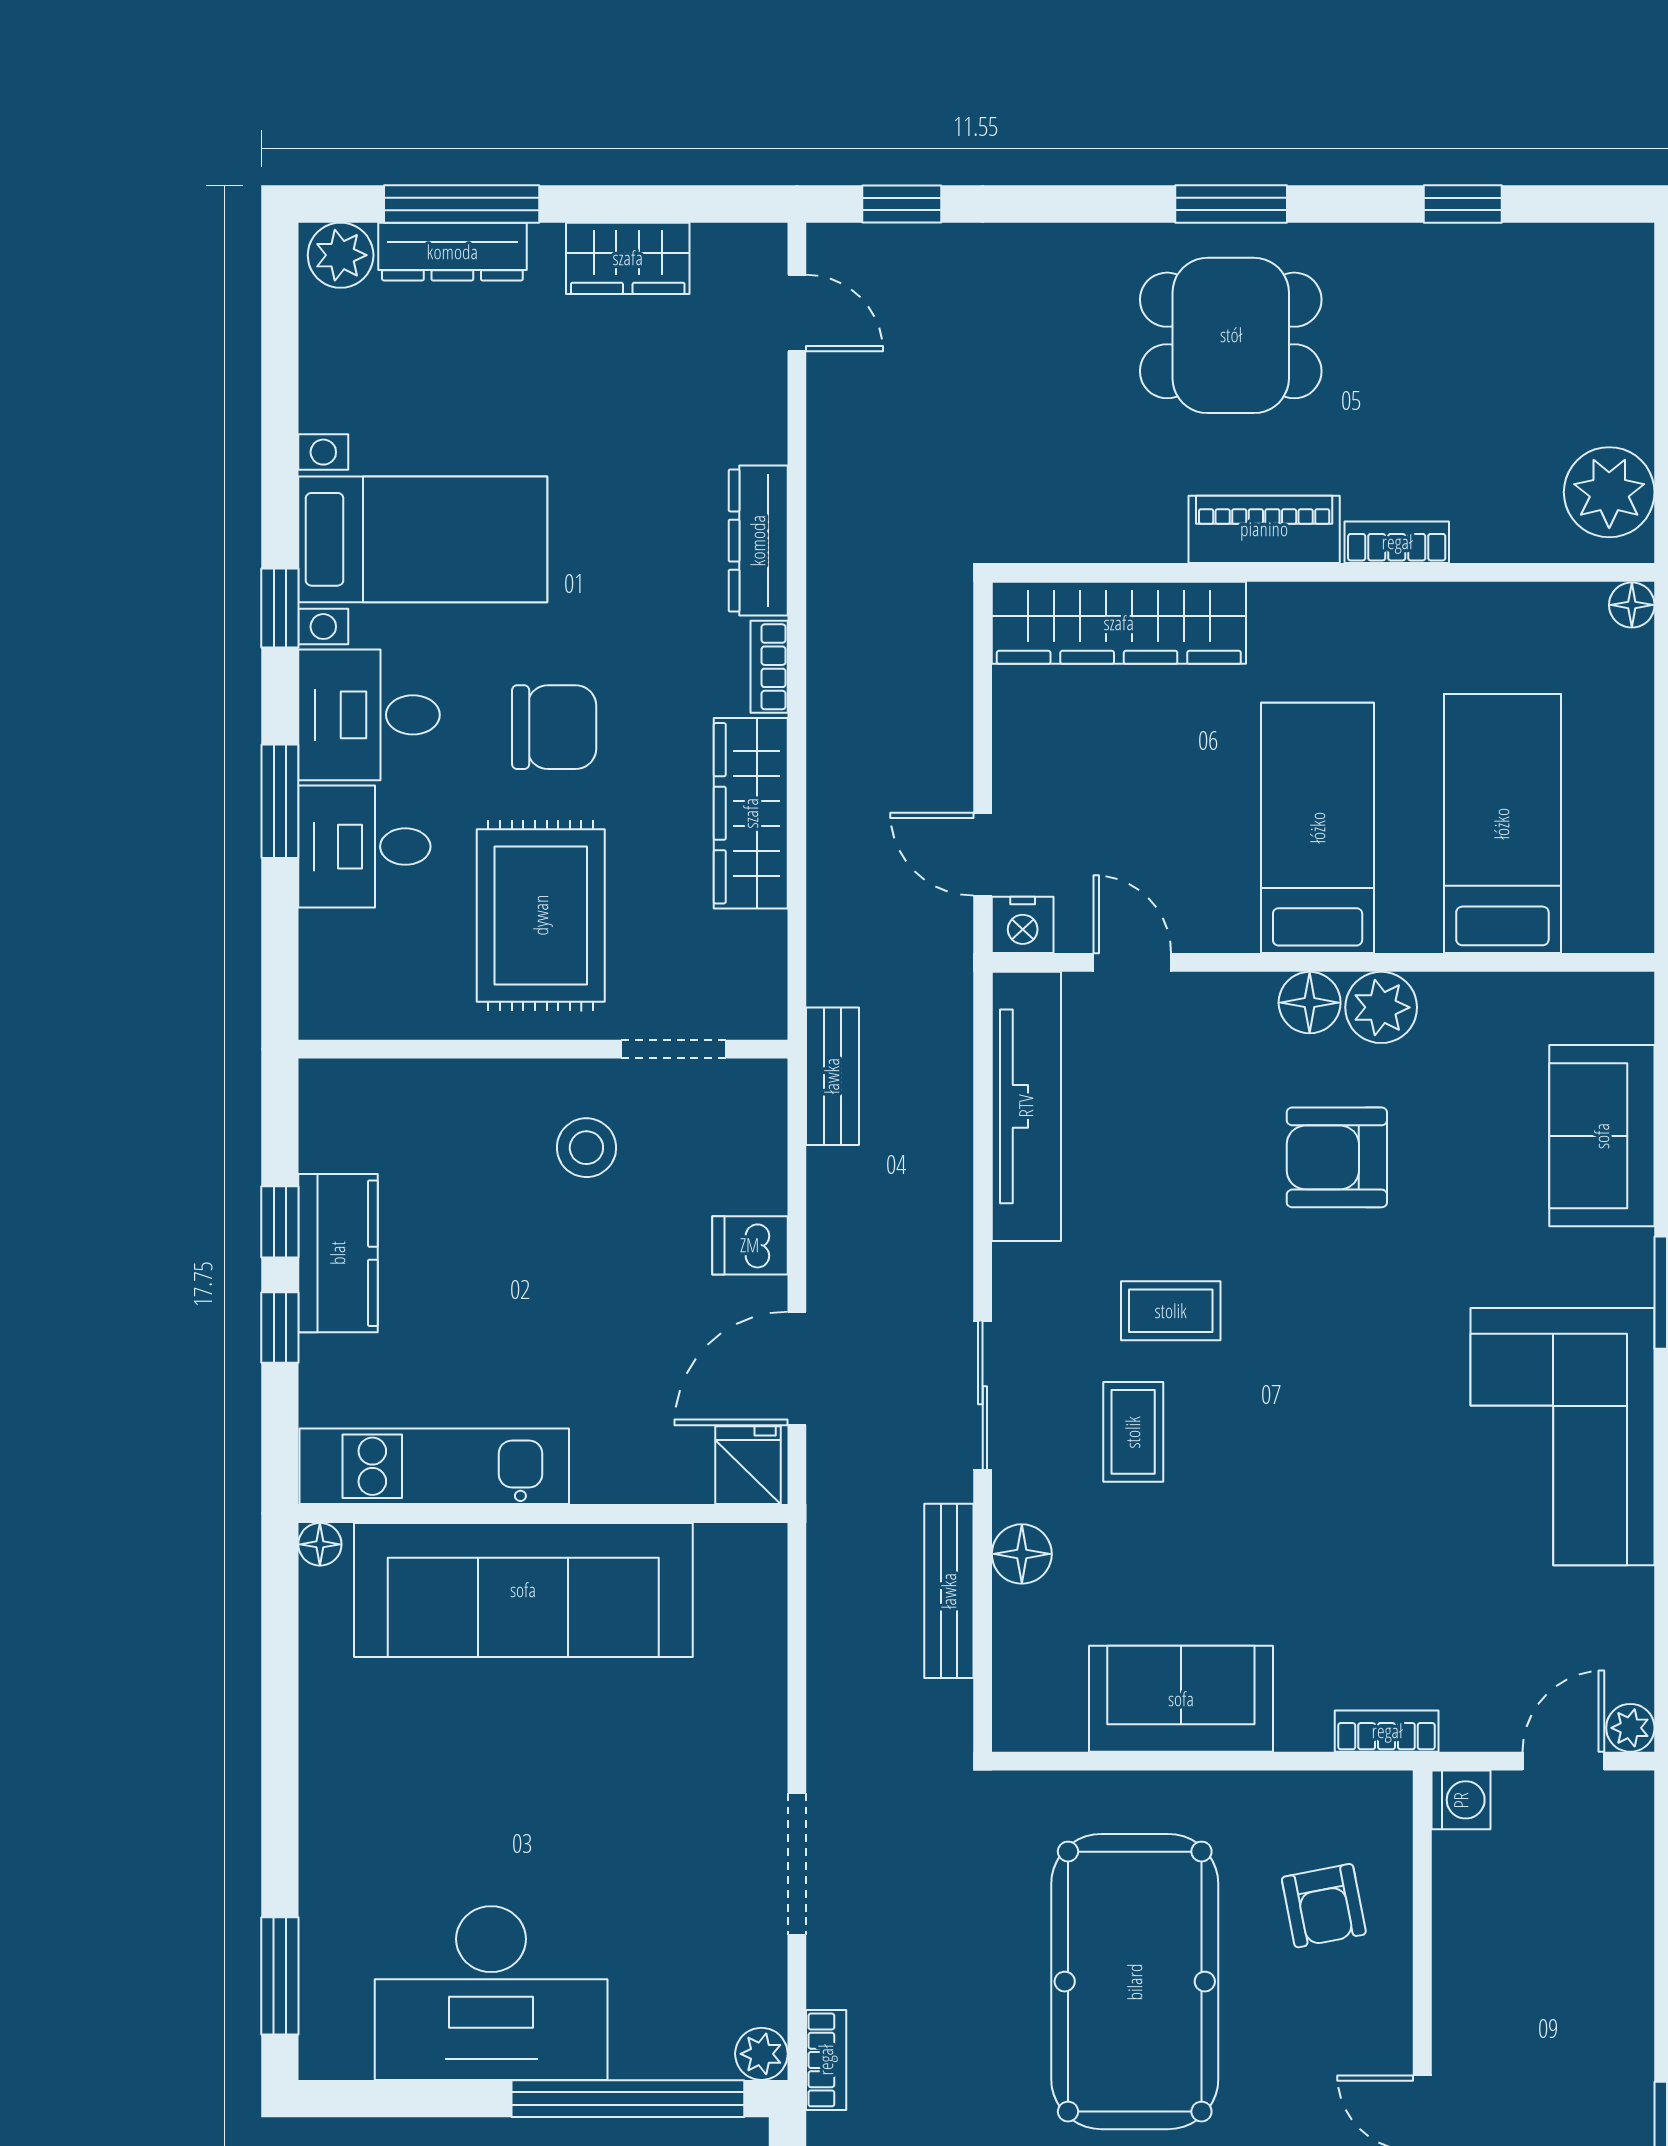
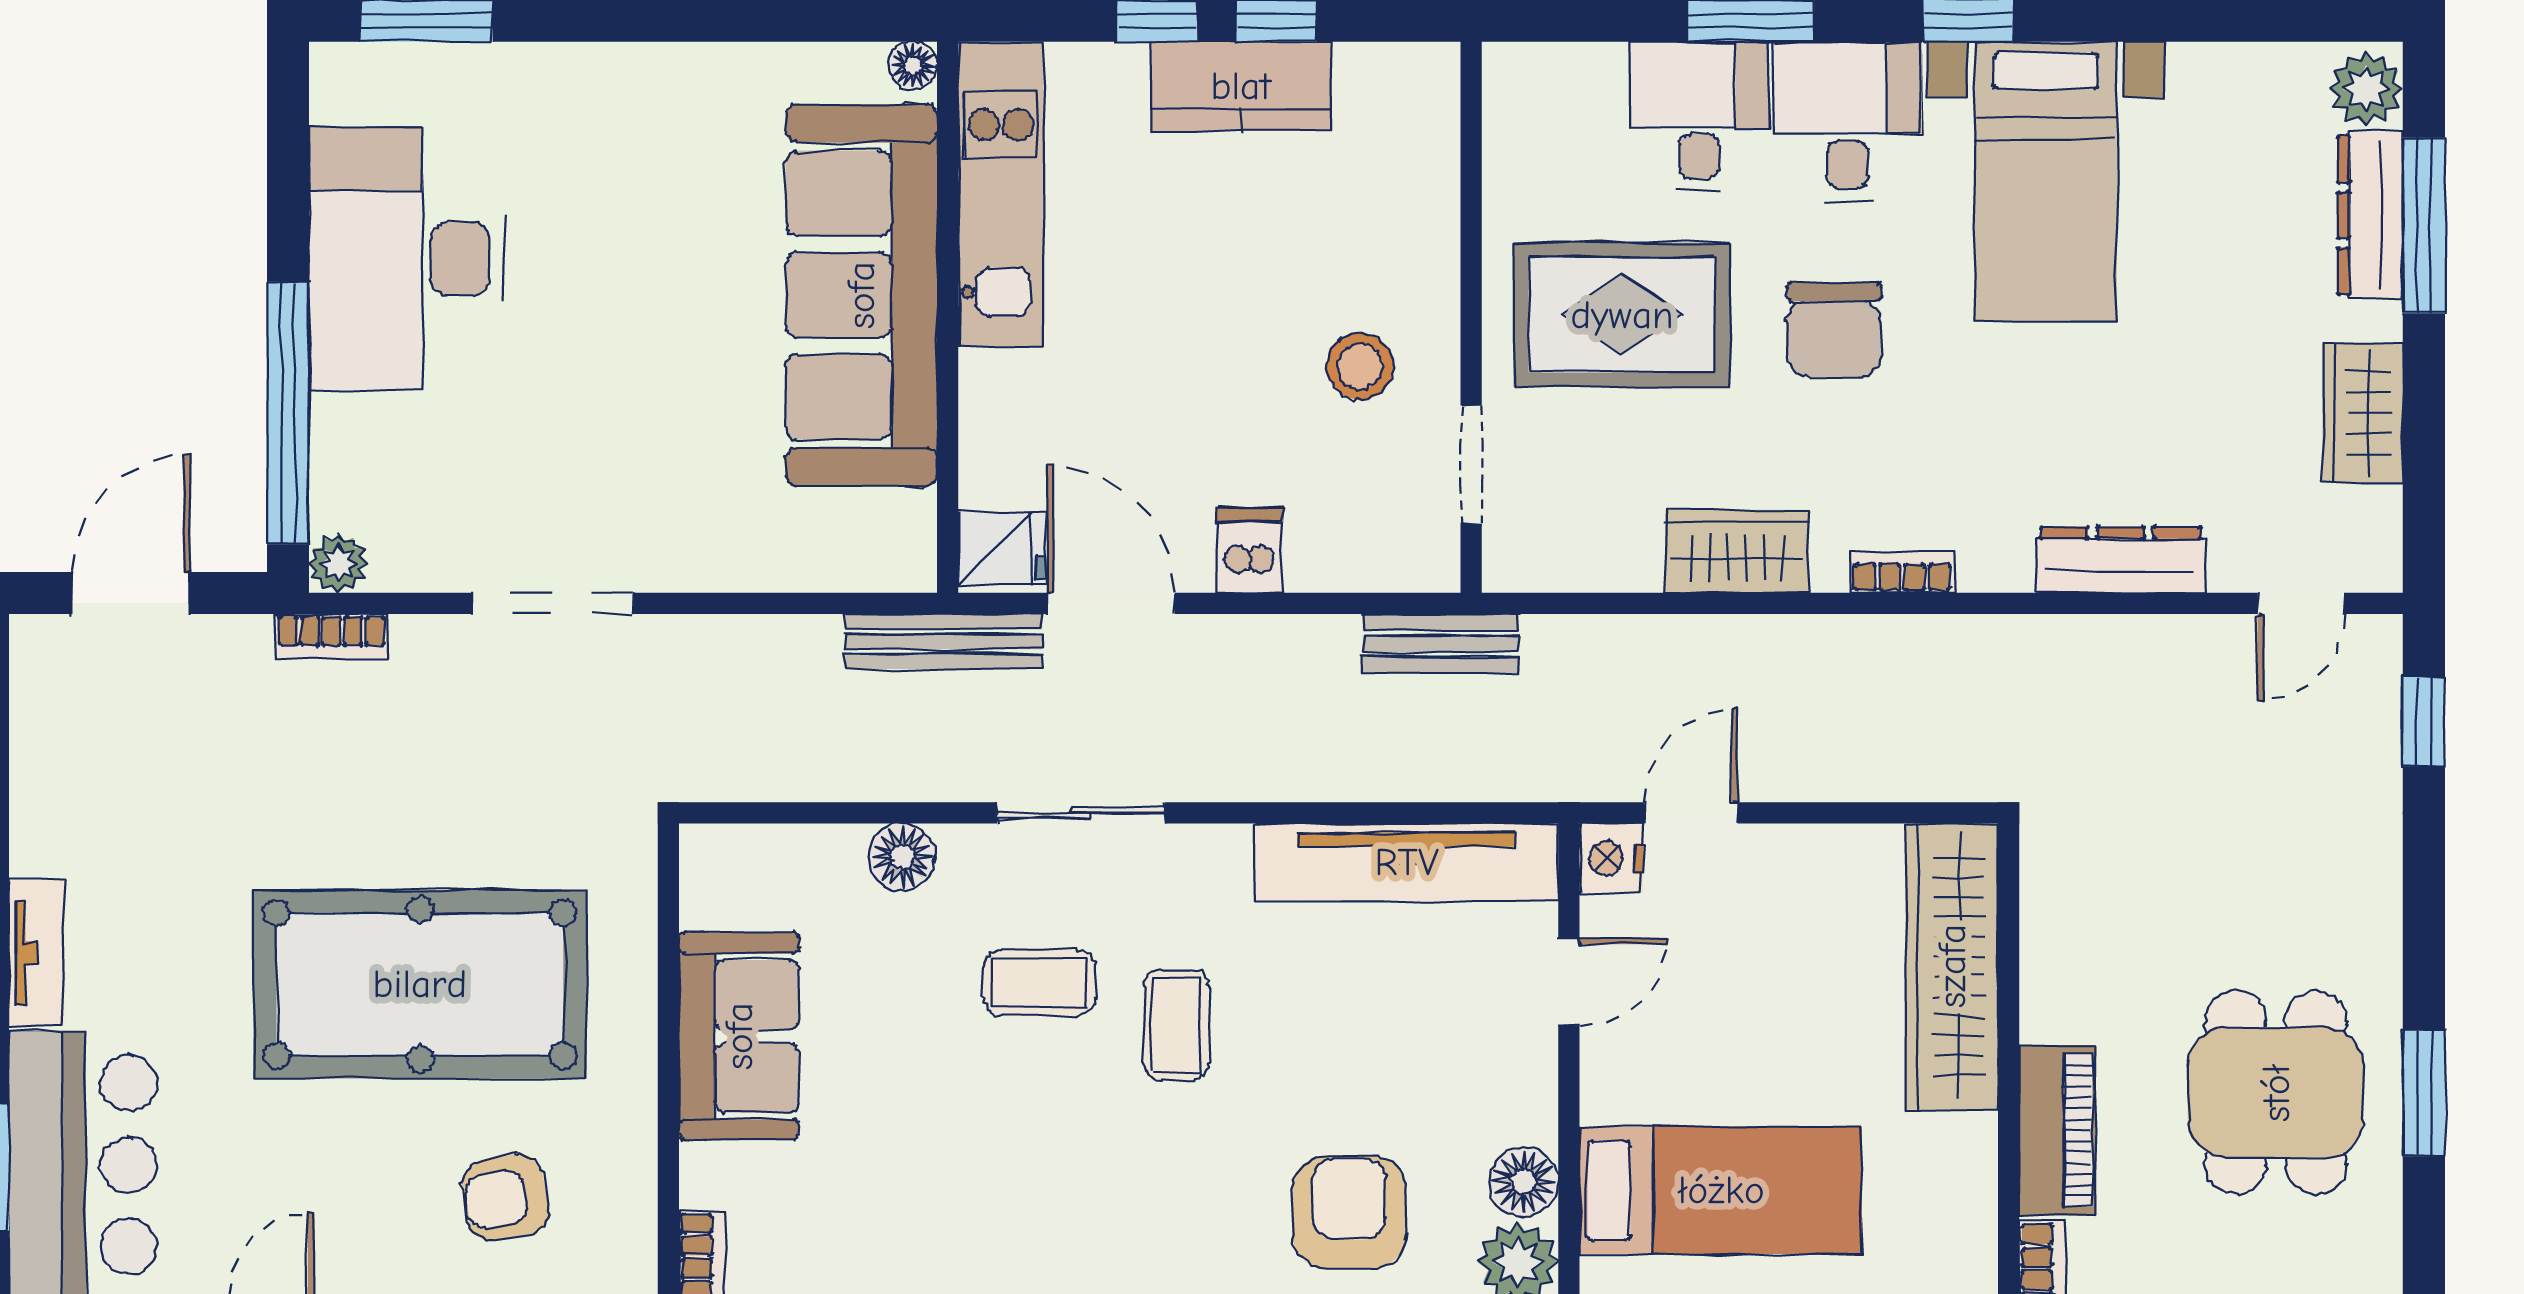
dresser: (758, 541) -> (2120, 560), moved
wardrobe: (751, 813) -> (1737, 551), width x0.67
bench: (949, 1591) -> (944, 641), moved

